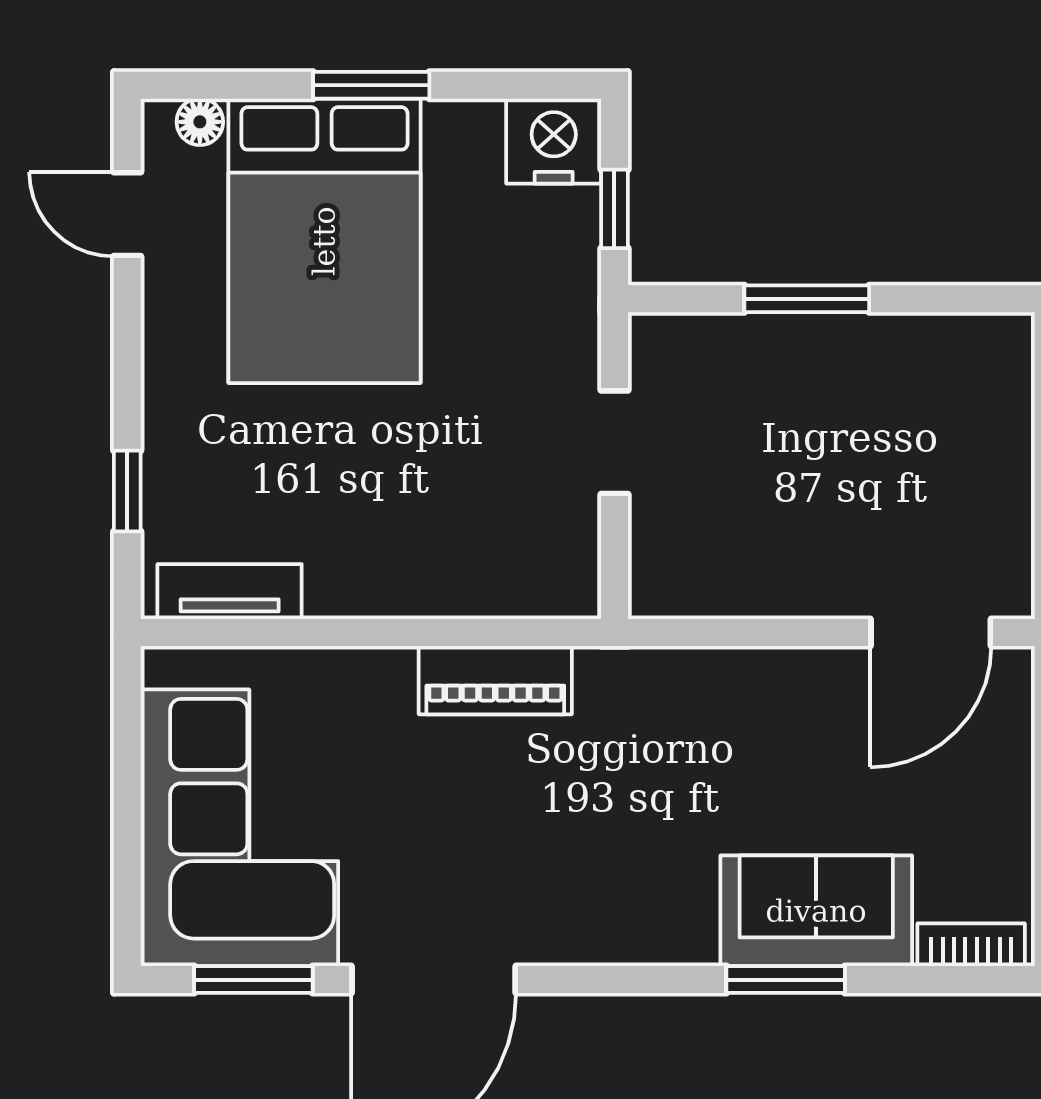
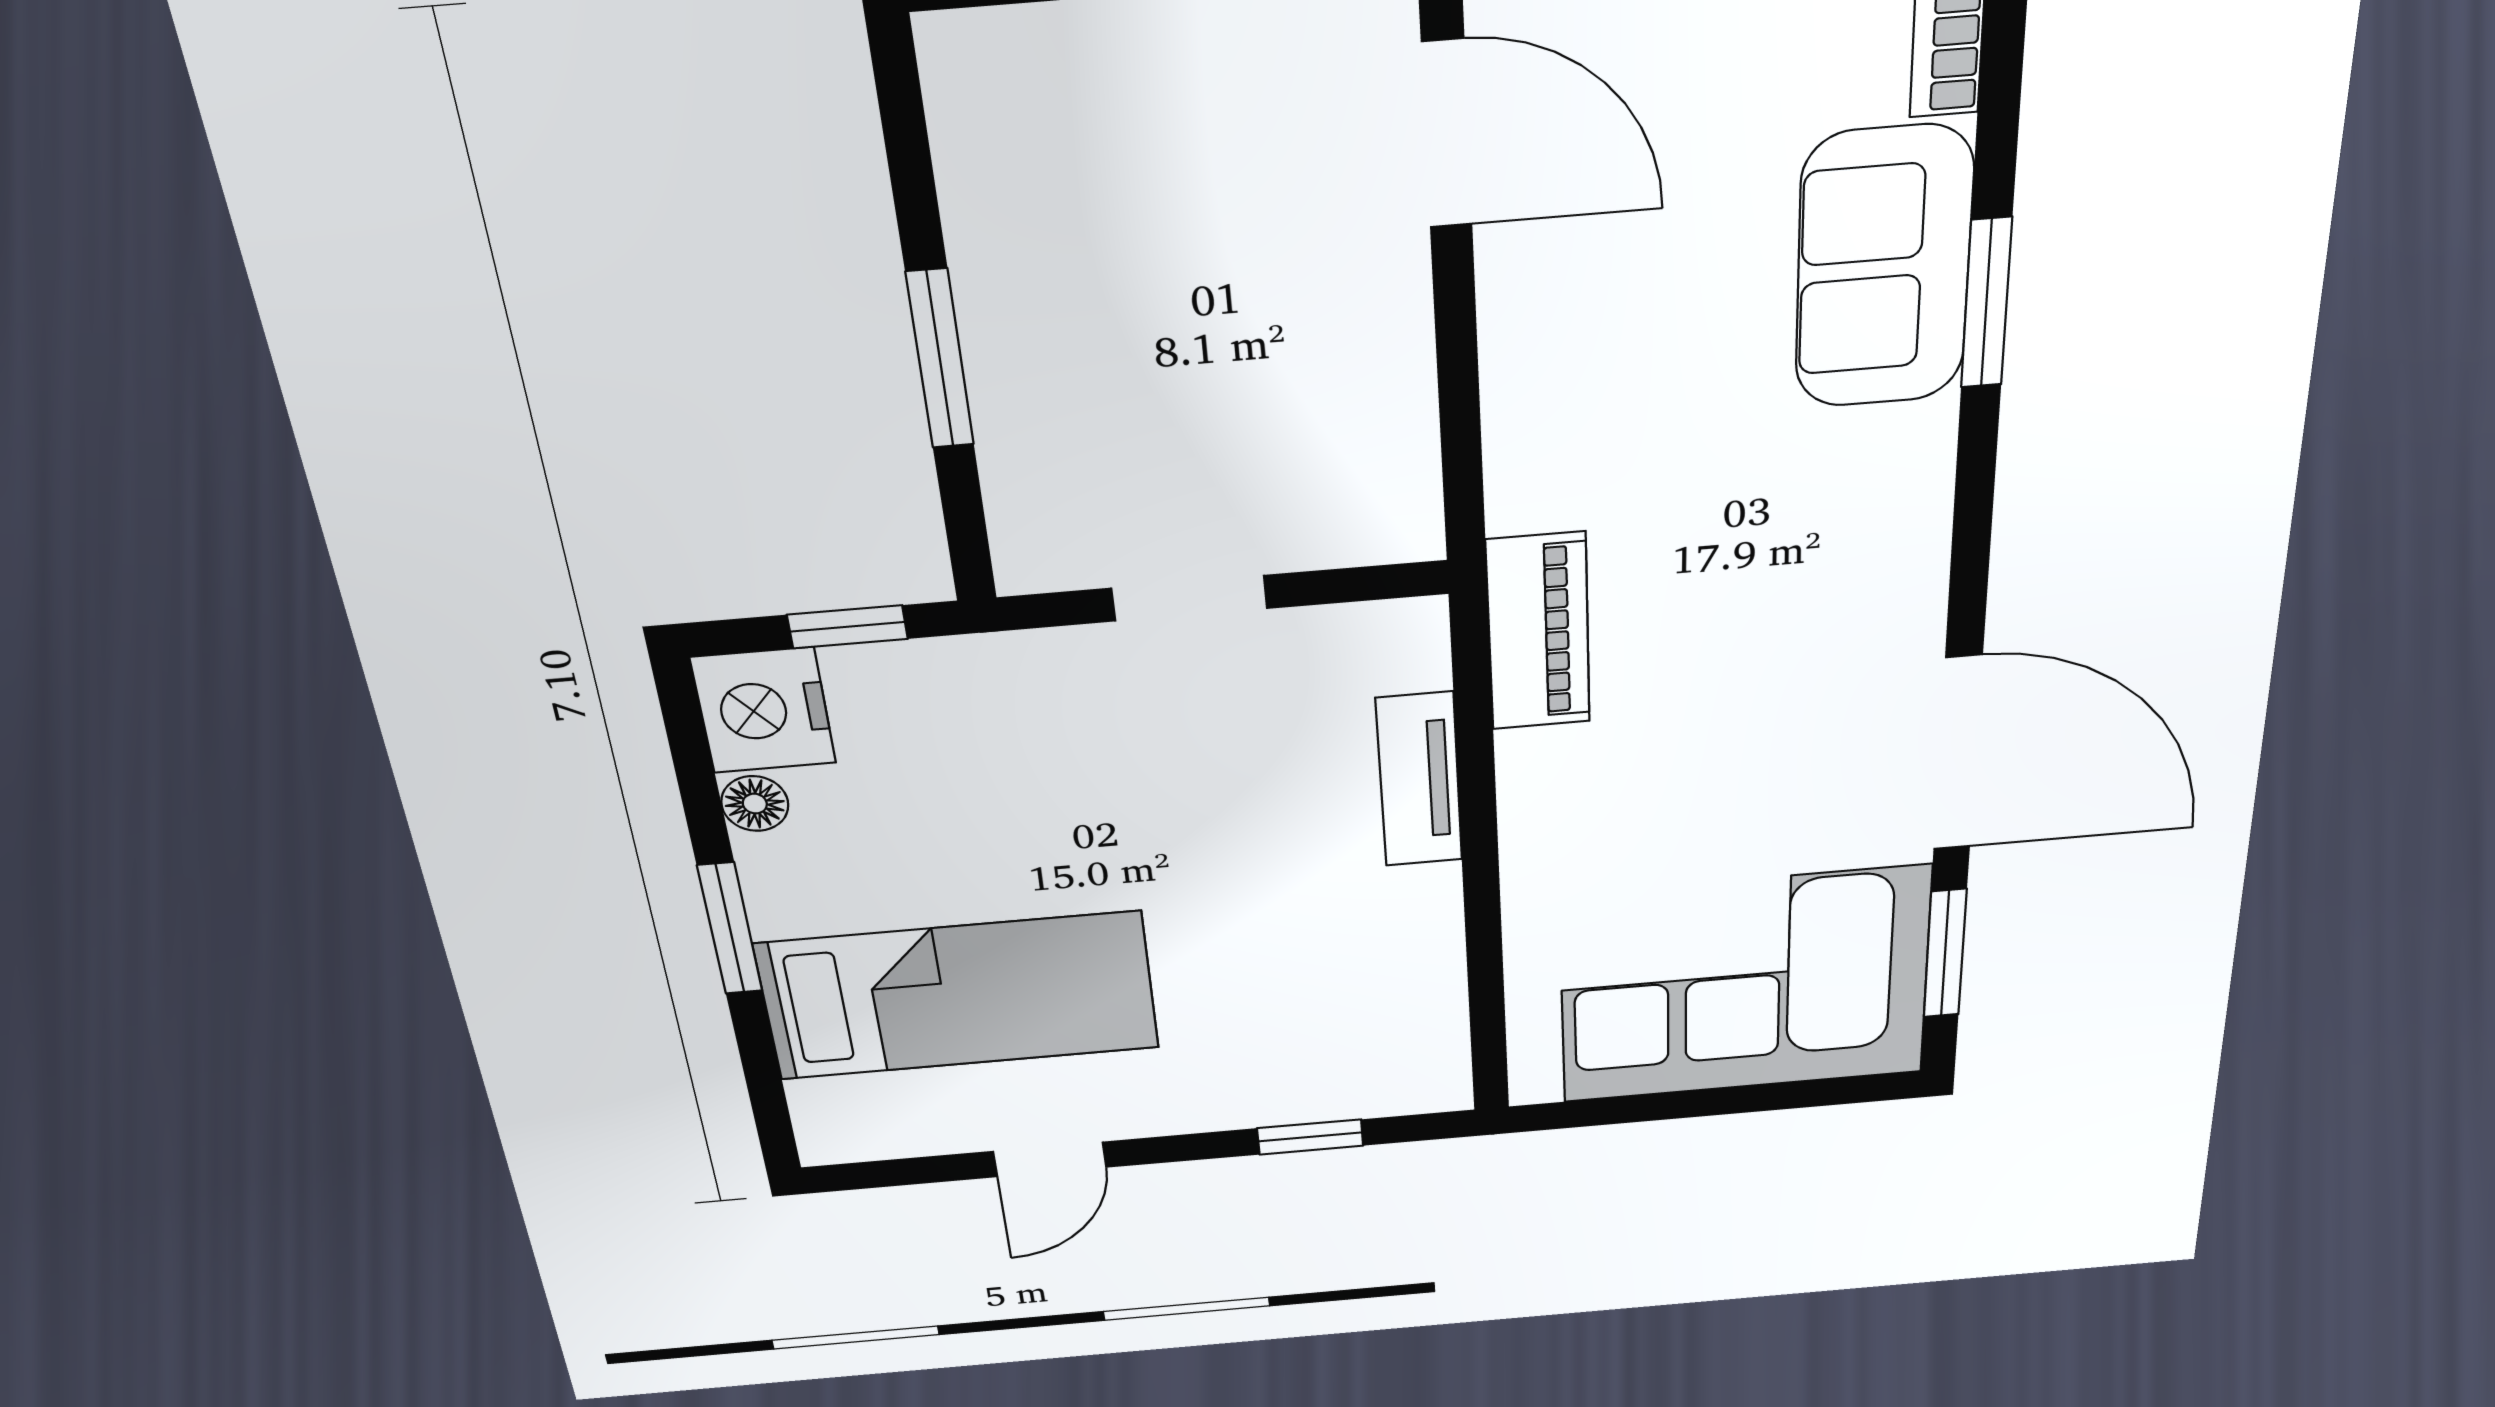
floor lamp: (200, 122) -> (755, 804), moved
door: (127, 214) -> (1050, 1159), moved
bed: (324, 241) -> (959, 996), width x0.67
tv unit: (230, 592) -> (1419, 780), moved
piano: (495, 680) -> (1538, 632), moved

